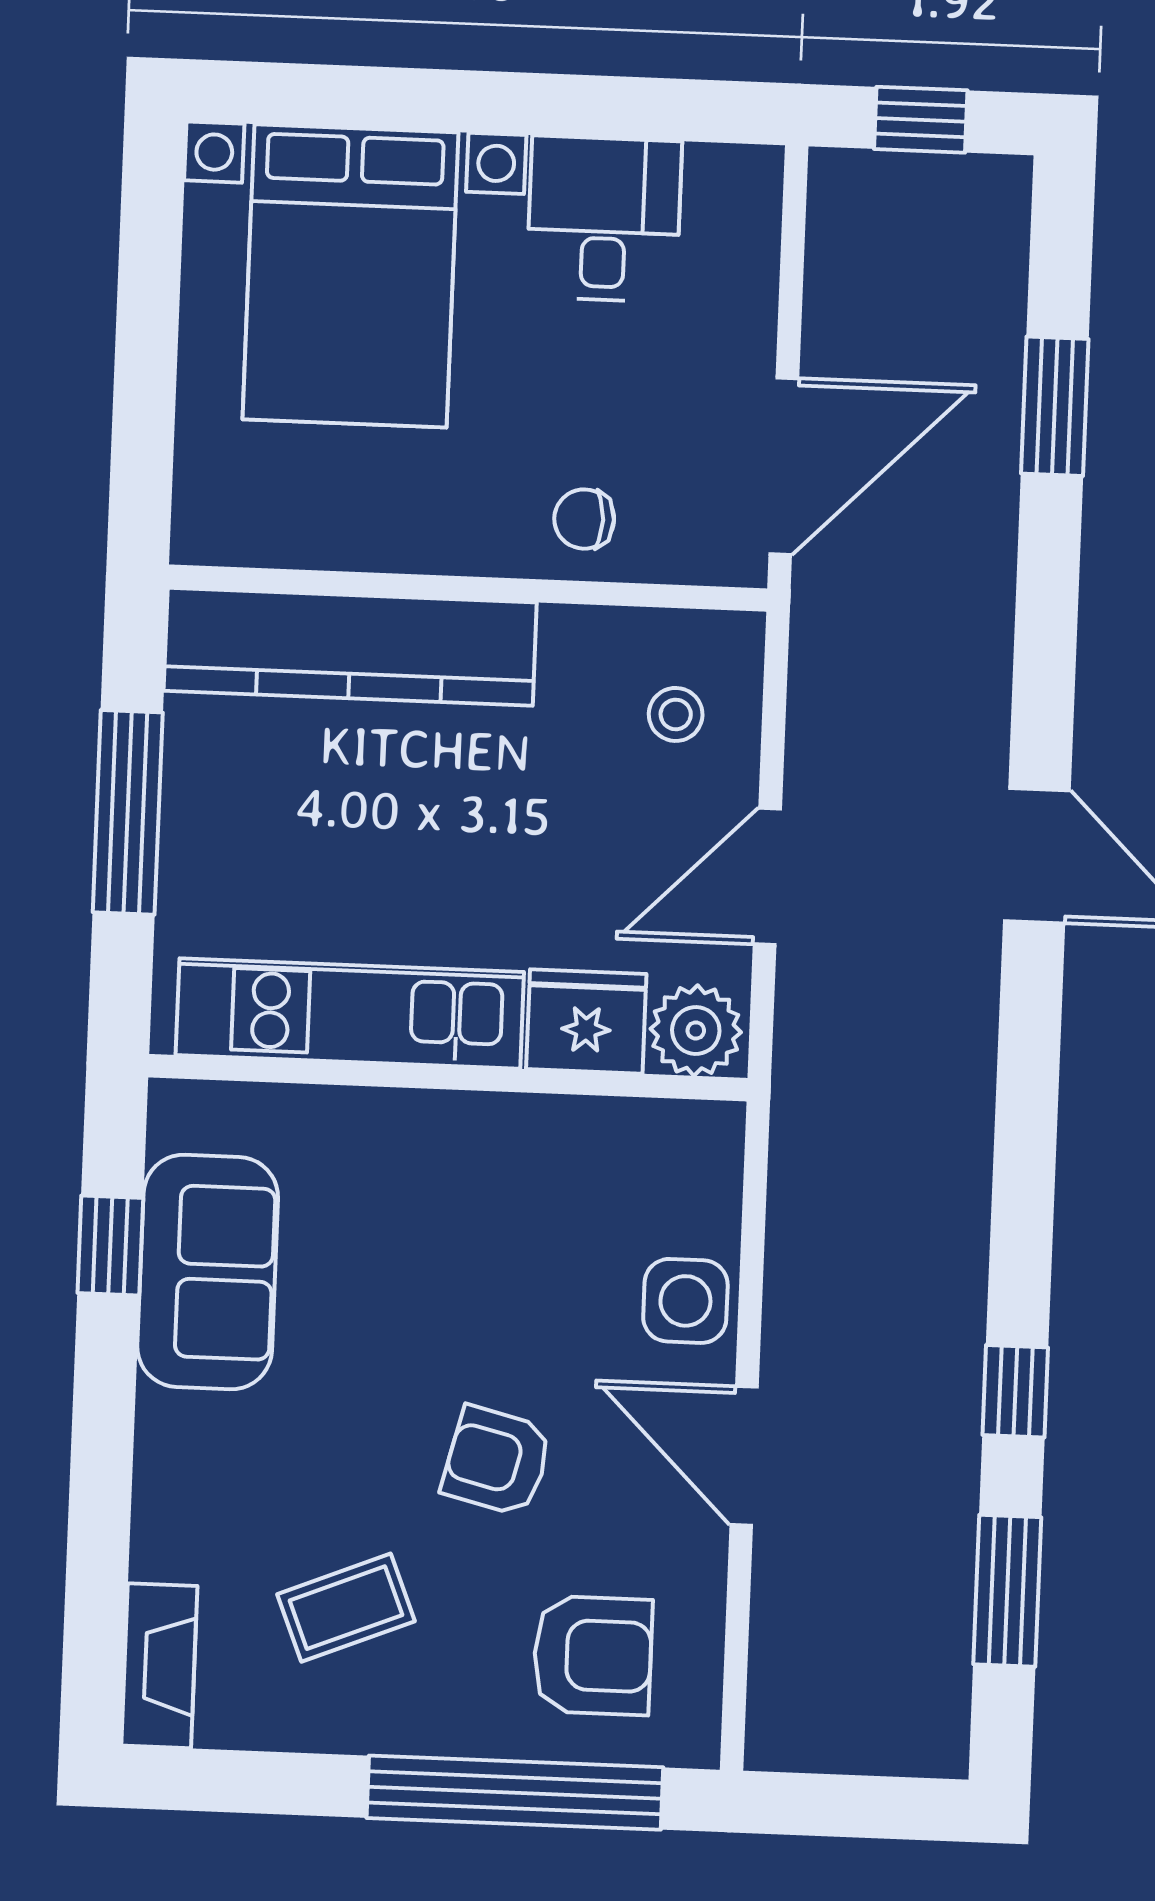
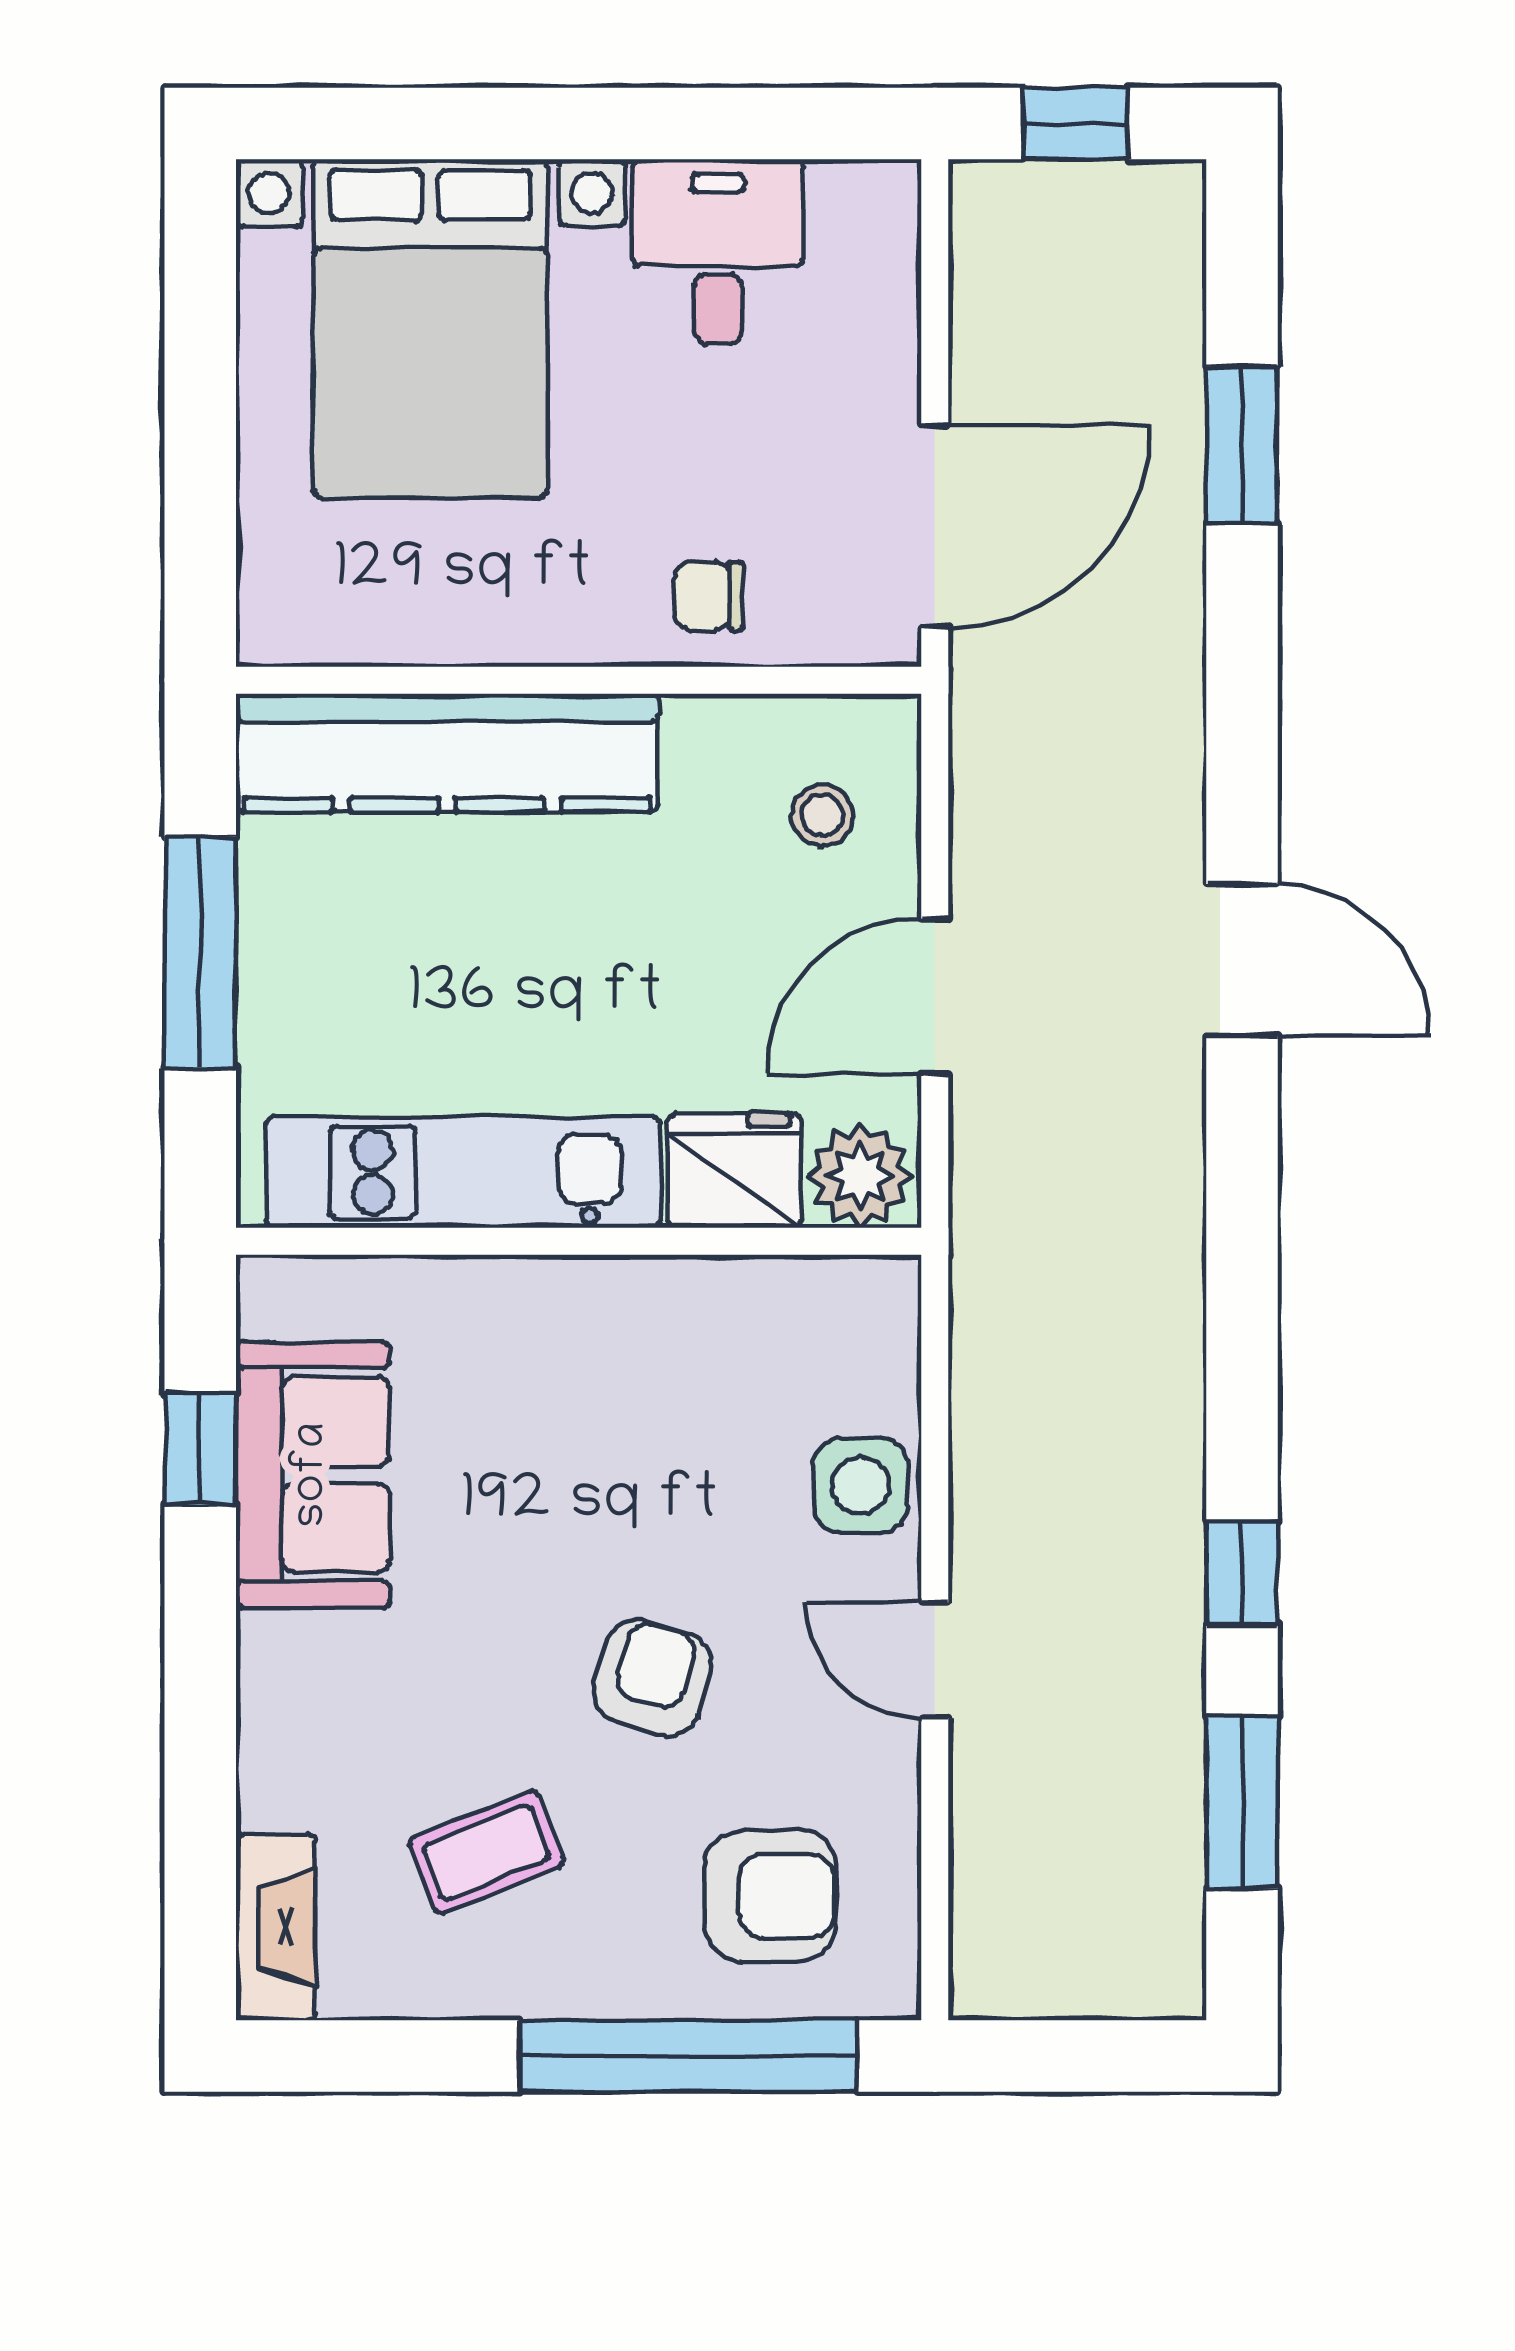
door: (744, 1456) -> (935, 1660), width x0.73
armchair: (497, 1461) -> (652, 1677), turned 92

